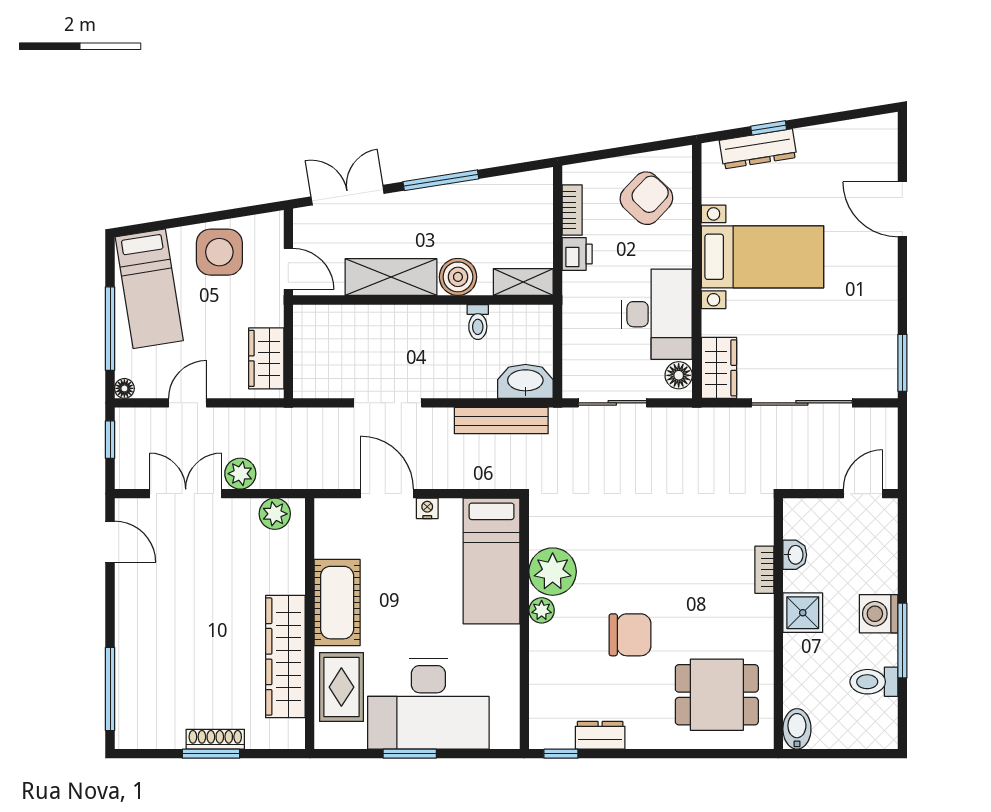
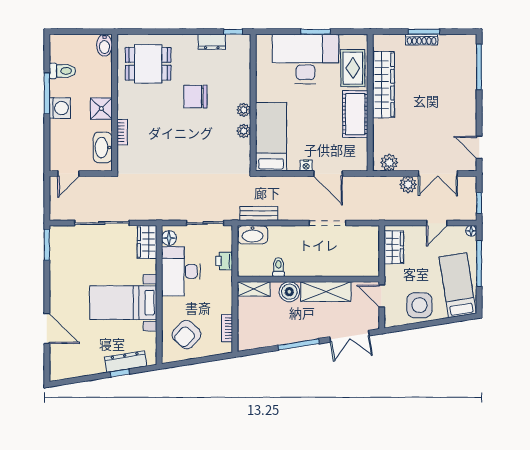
printer: (577, 254) -> (224, 261), moved
bench: (501, 421) -> (259, 213), width x0.73
washbasin: (795, 555) -> (103, 147), width x1.91, depth x1.45
plant: (553, 572) -> (244, 131), width x0.53, depth x0.53

